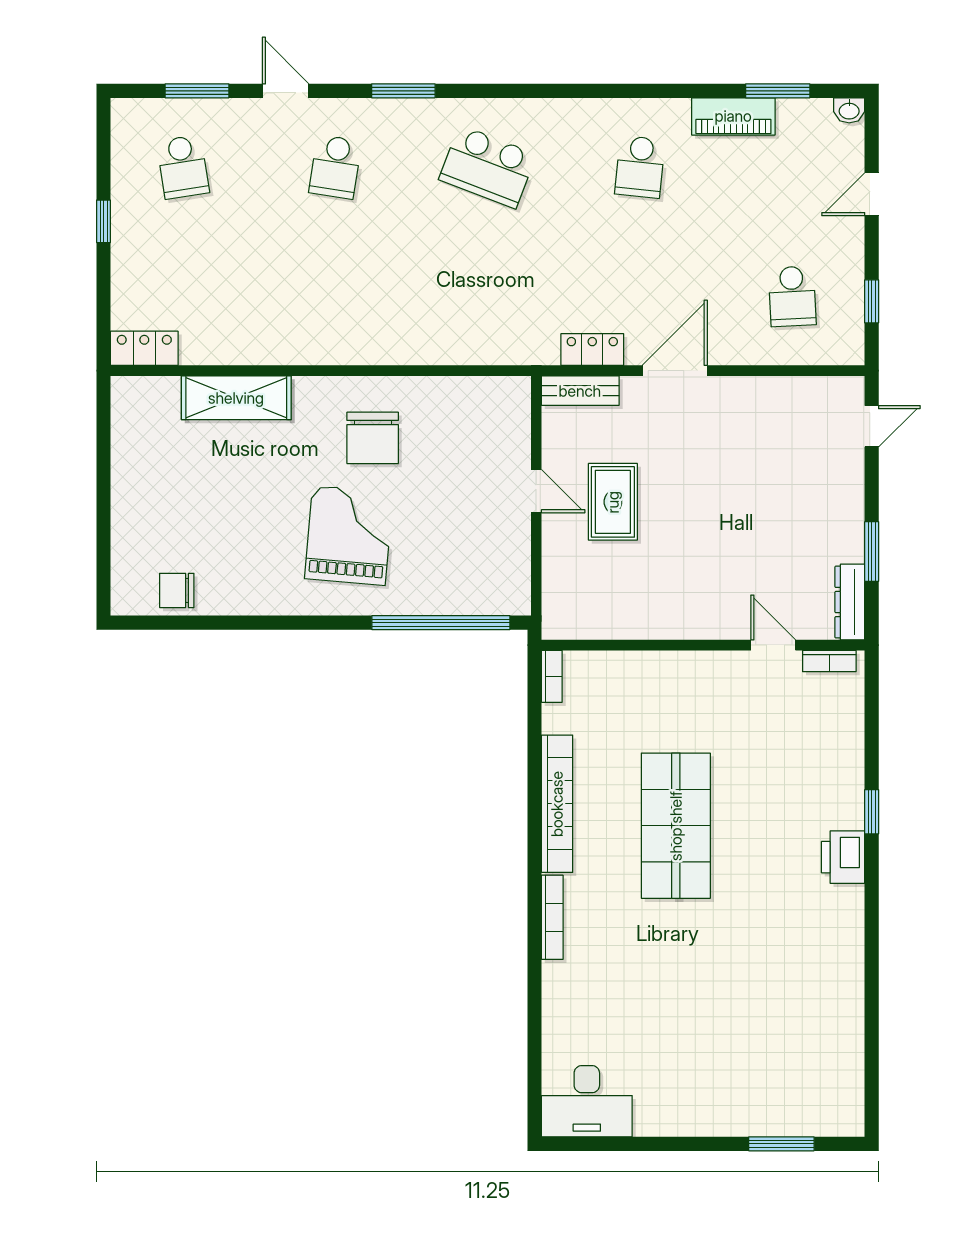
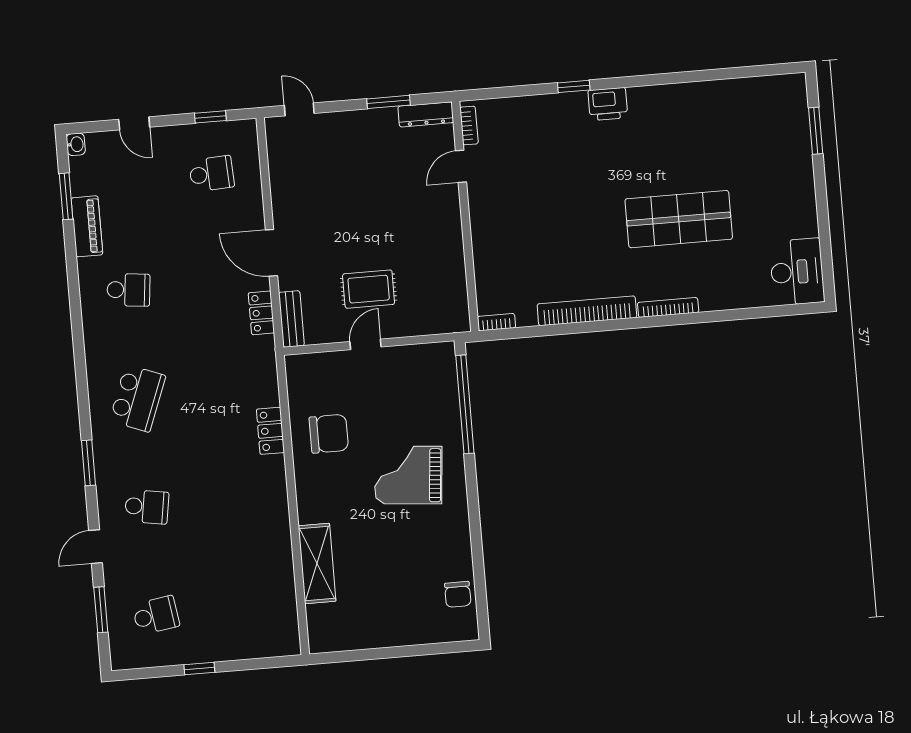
locker: (144, 348) -> (270, 431), moved
chair: (373, 438) -> (329, 434), moved
shop shelf: (676, 826) -> (679, 219), moved

